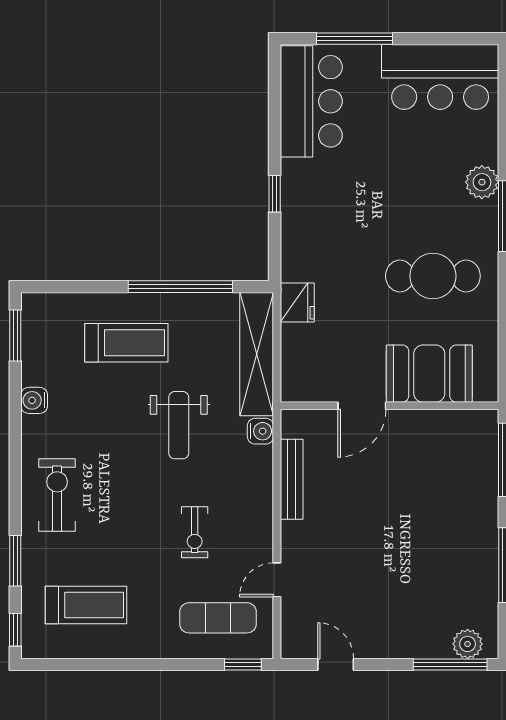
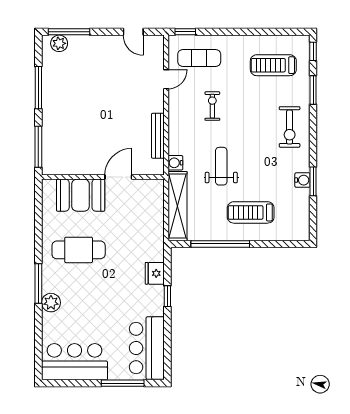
fridge: (297, 303) -> (155, 273), moved
window: (15, 335) -> (313, 181), moved

